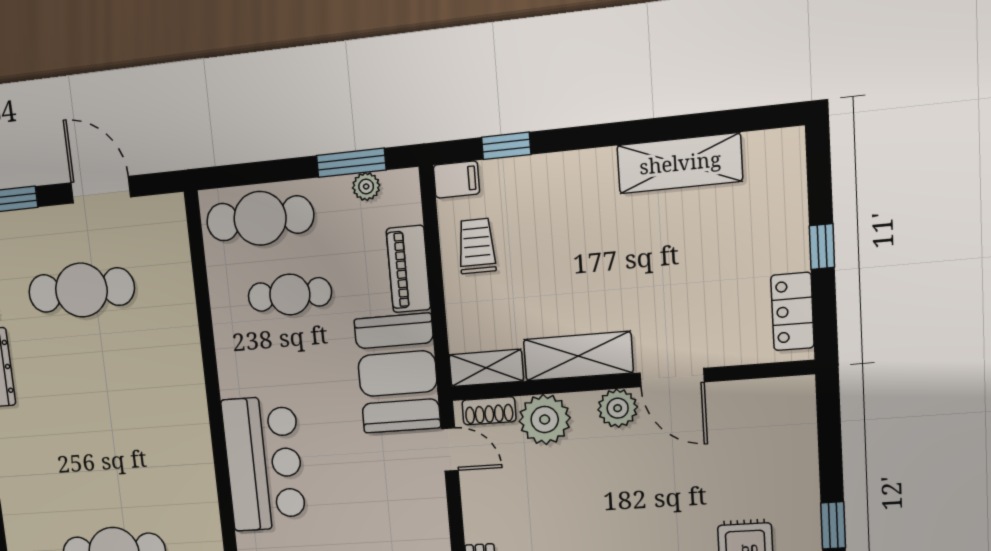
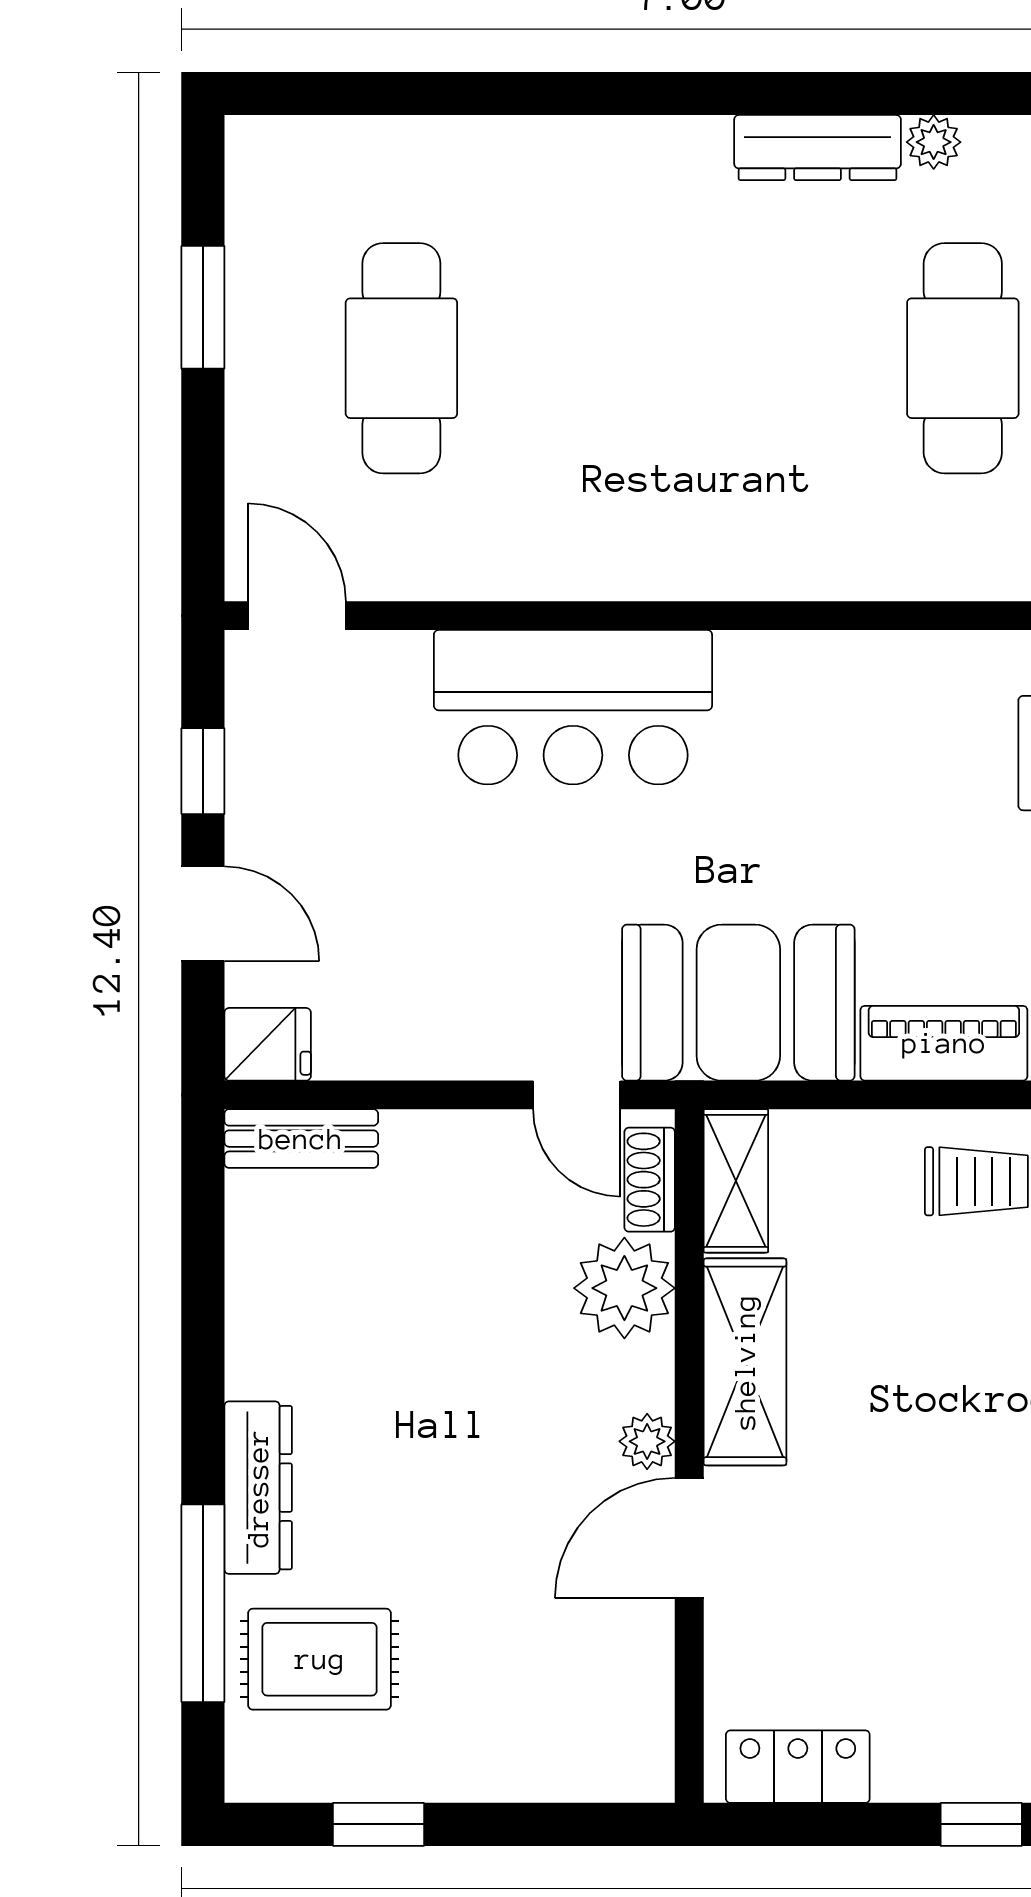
window: (822, 247) -> (981, 1824), moved
cafe table: (290, 294) -> (915, 798), removed
plant: (618, 408) -> (647, 1441), width x0.73, depth x0.73
door: (450, 449) -> (577, 1095), hinge flipped

